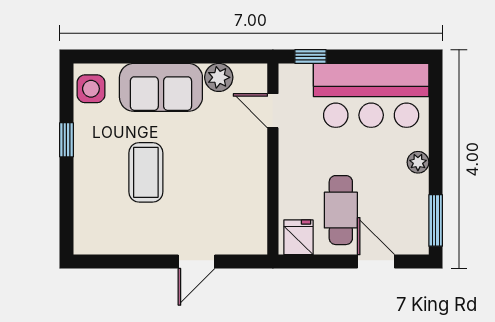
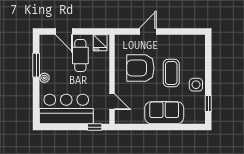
plant: (219, 77) -> (137, 117), removed
side table: (91, 89) -> (196, 85), moved
window: (66, 140) -> (208, 104), moved
armchair: (212, 183) -> (140, 68), added
window: (436, 220) -> (36, 65), moved

